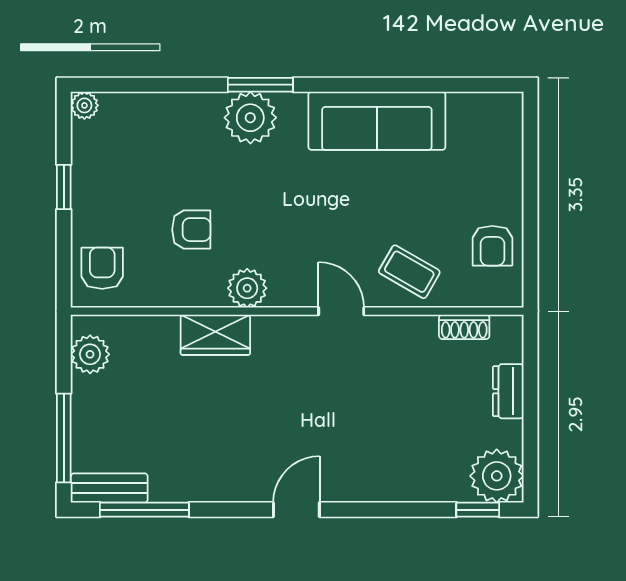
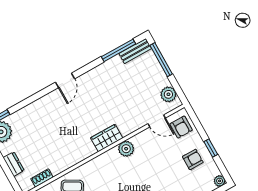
armchair: (191, 230) -> (193, 159), moved, turned 180
door: (341, 311) -> (157, 121), moved
wardrobe: (215, 335) -> (107, 138), moved

